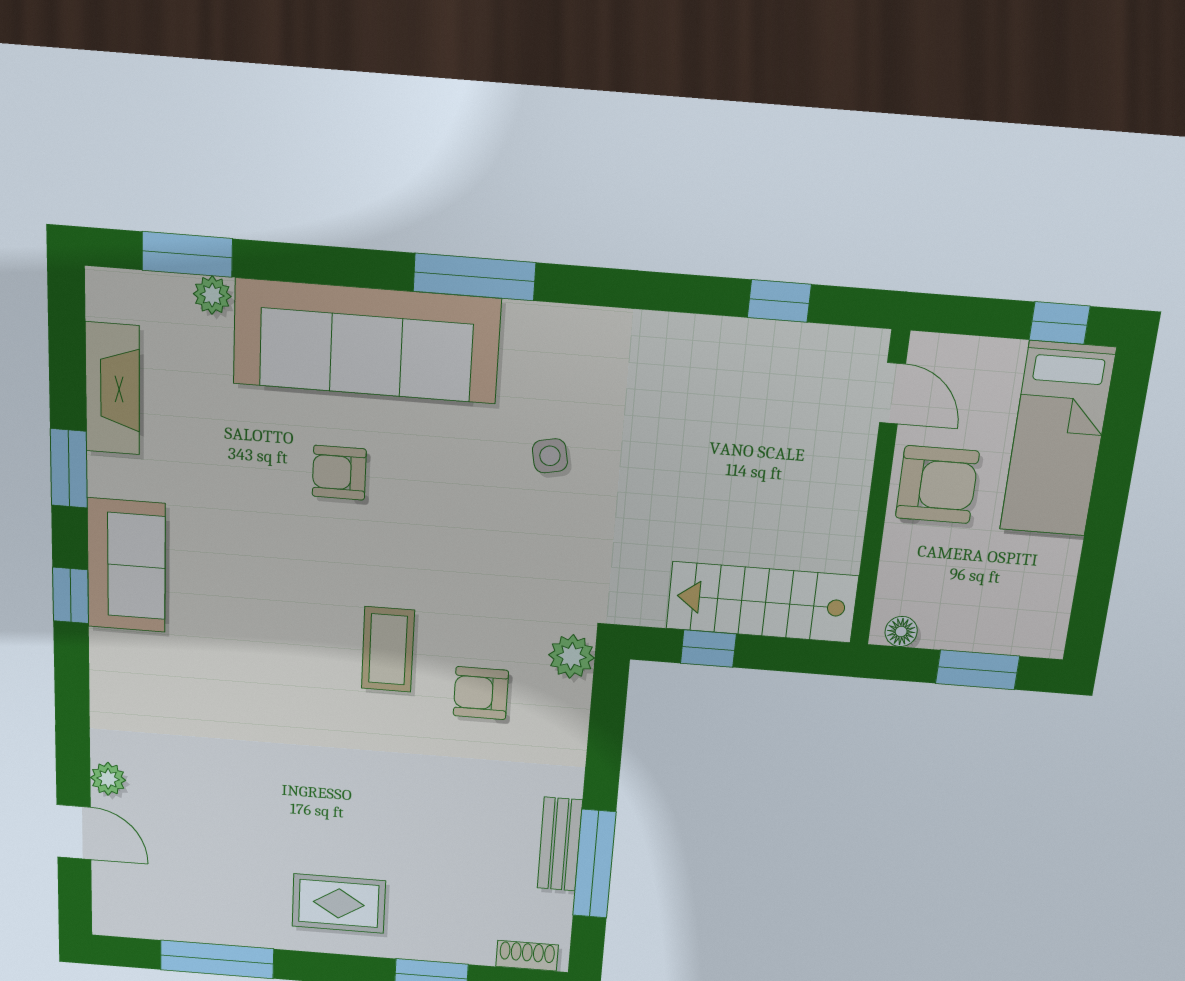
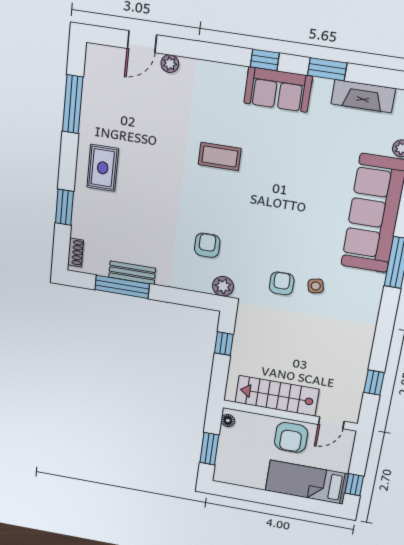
armchair: (339, 473) -> (282, 283), moved
stairs: (762, 602) -> (277, 396), moved, turned -90
coffee table: (388, 649) -> (220, 157), moved

